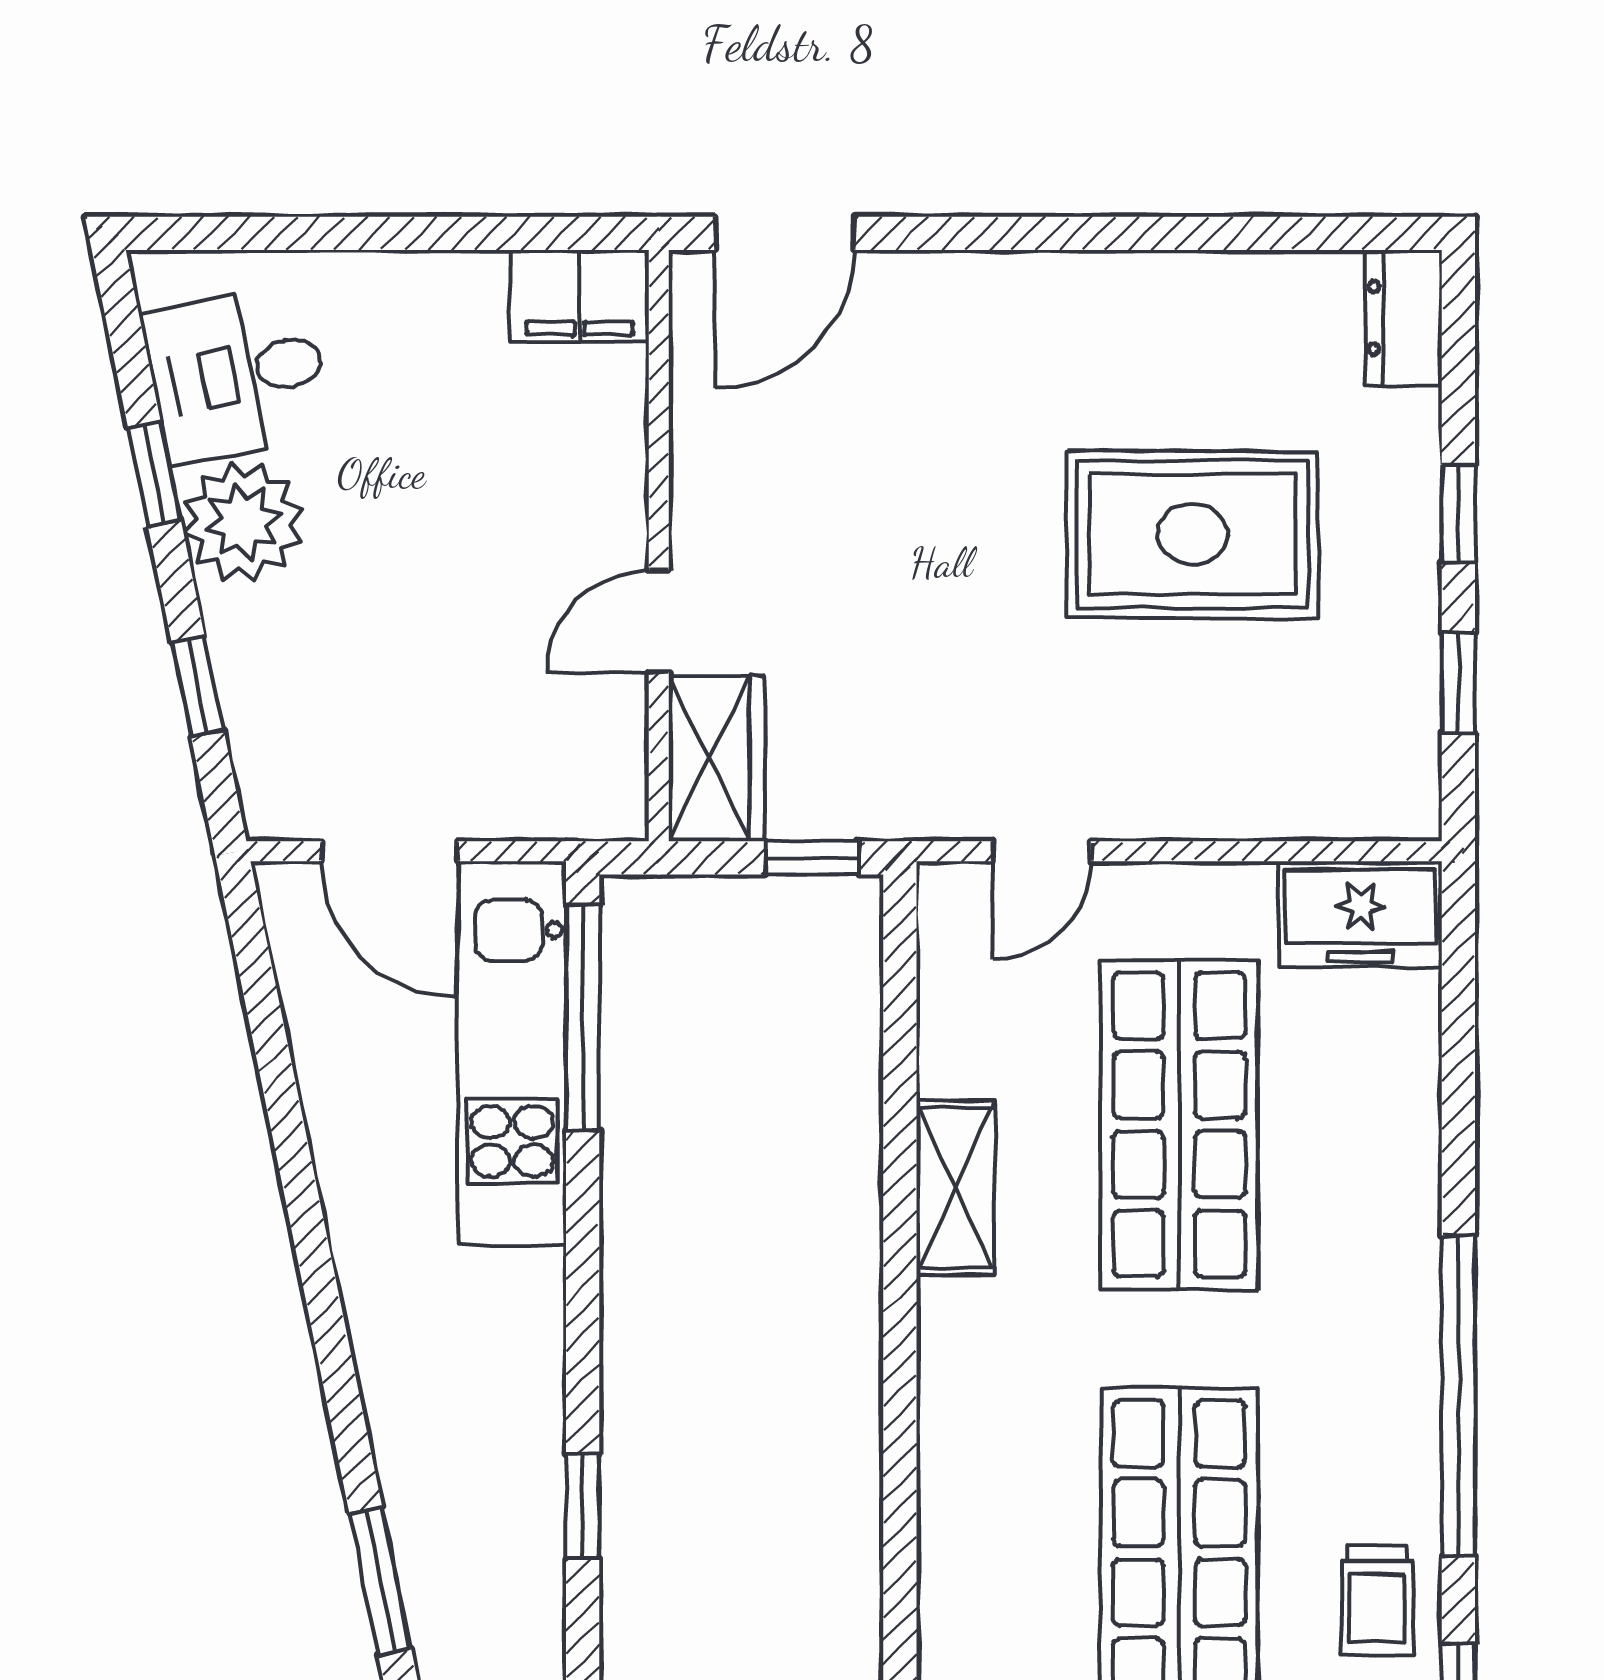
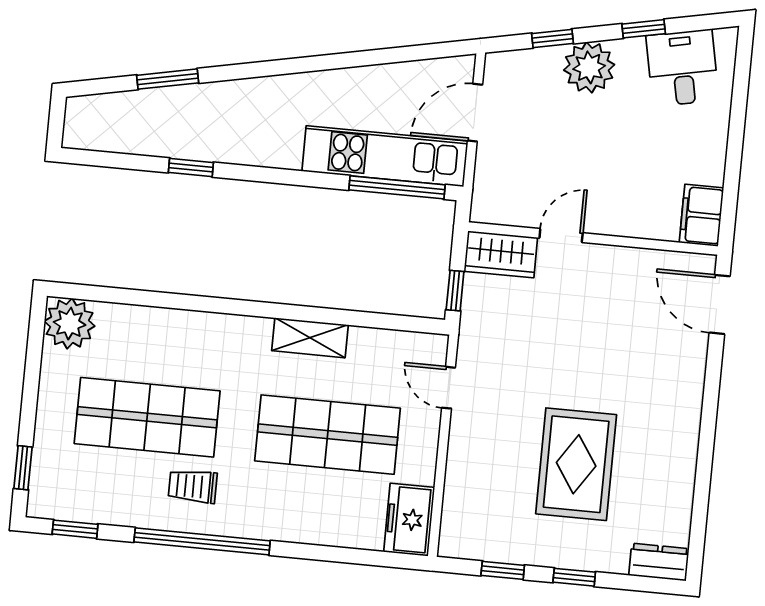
plant: (243, 522) -> (589, 67), moved
door: (659, 621) -> (561, 235), hinge flipped
trolley: (1377, 1600) -> (193, 486), moved

